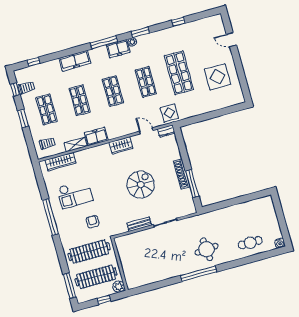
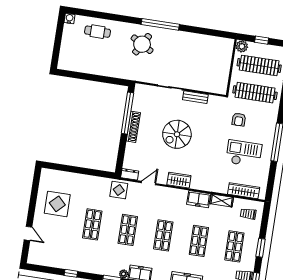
shop shelf: (179, 73) -> (92, 224), width x0.70, depth x0.74
door: (146, 131) -> (149, 183), swing flipped
window: (192, 184) -> (127, 113), width x1.46
round table: (206, 249) -> (142, 44), turned 35

